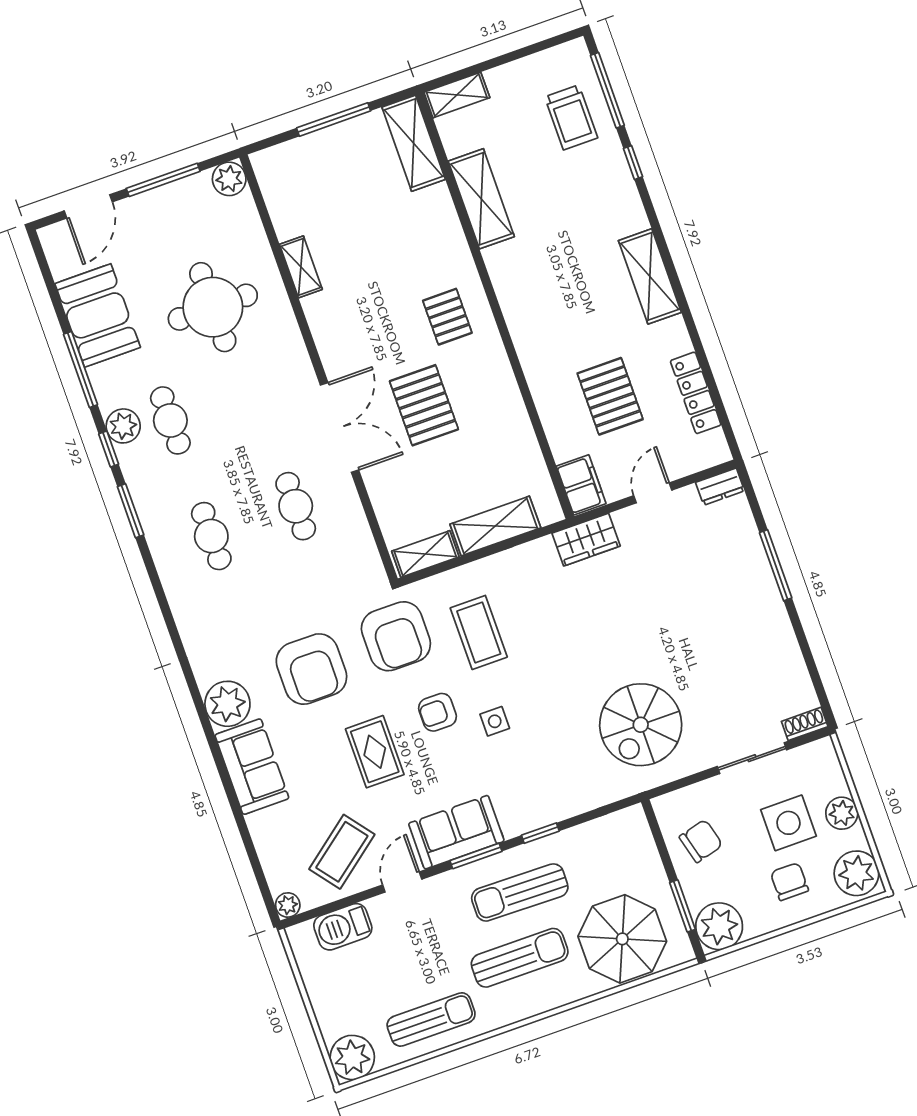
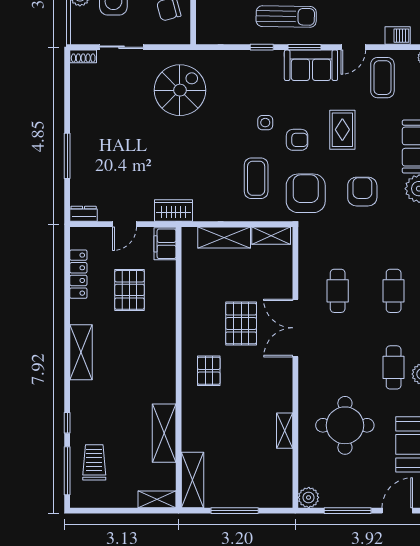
armchair: (311, 669) -> (362, 192), width x0.73, depth x0.73
coffee table: (342, 852) -> (382, 78), turned -52
barbecue: (343, 927) -> (398, 36), width x0.73, depth x0.79

